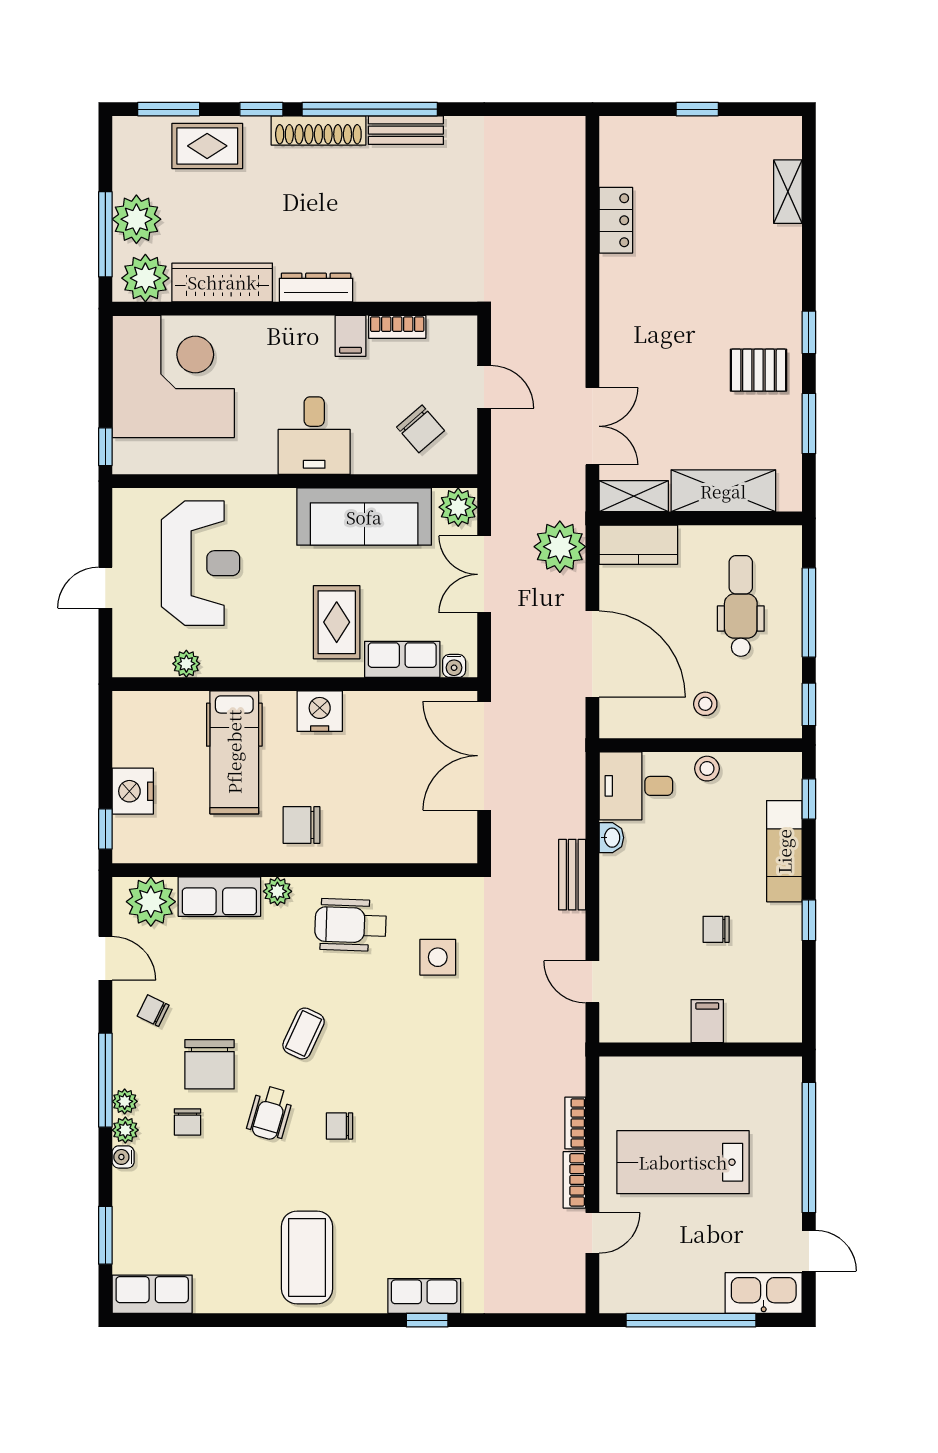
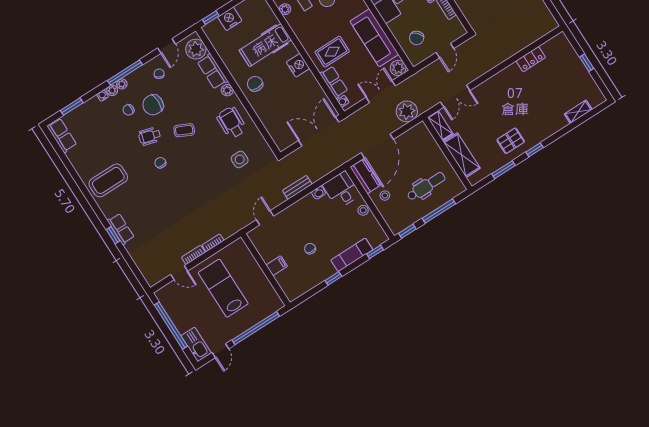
pallet: (759, 370) -> (511, 141), turned 90
kitchen counter: (638, 545) -> (365, 176), moved, turned 180

